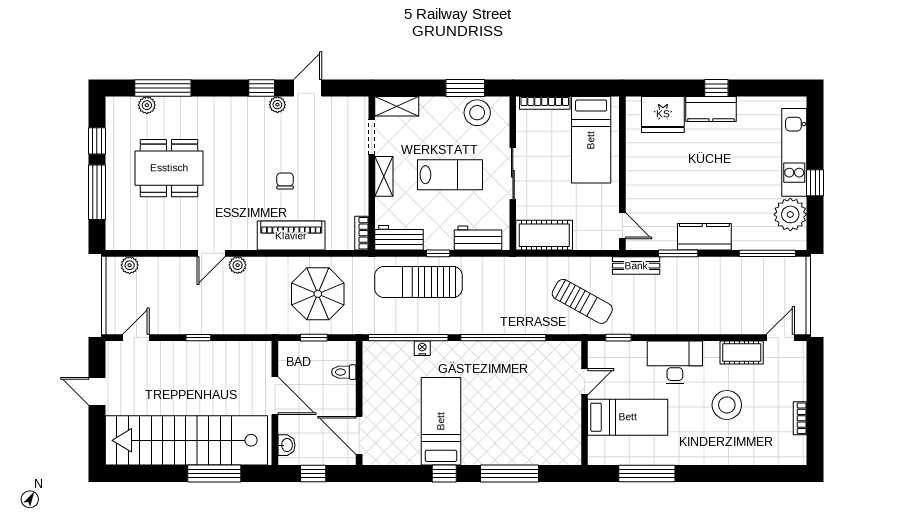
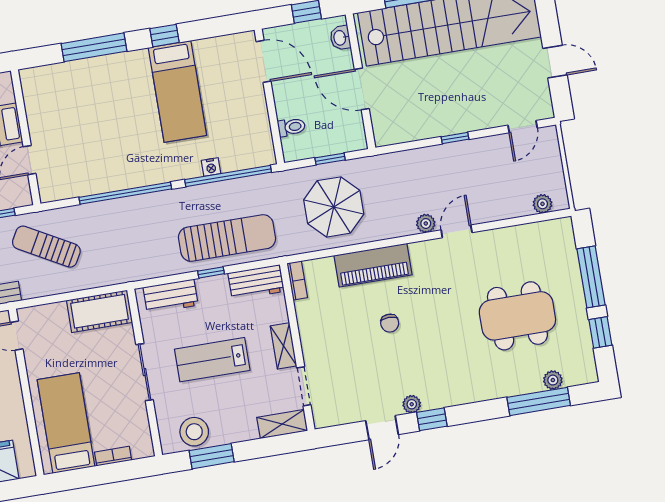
bookcase: (545, 103) -> (113, 456), width x0.64

